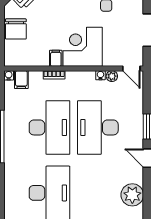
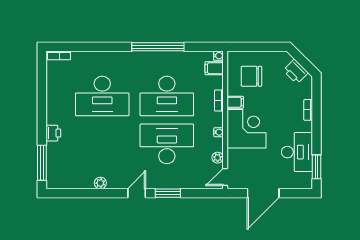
chair: (16, 29) -> (251, 76), moved
water cooler: (100, 75) -> (218, 132), moved
plant: (132, 195) -> (100, 183), width x0.53, depth x0.53

